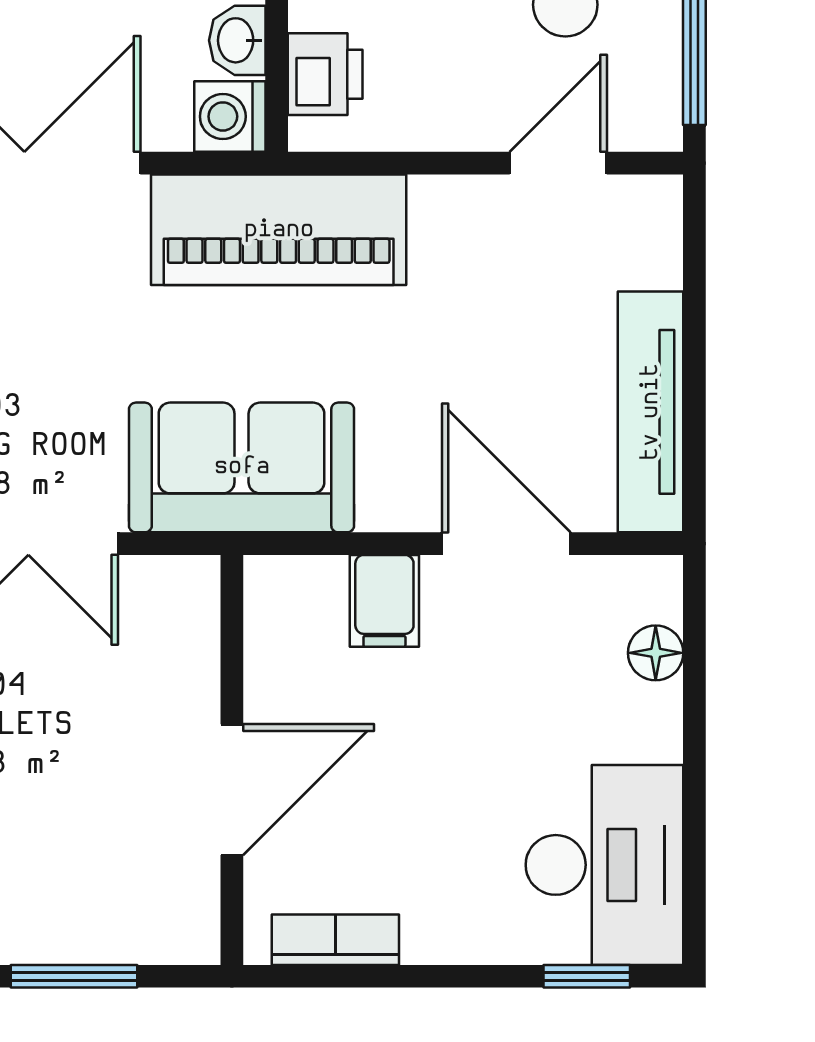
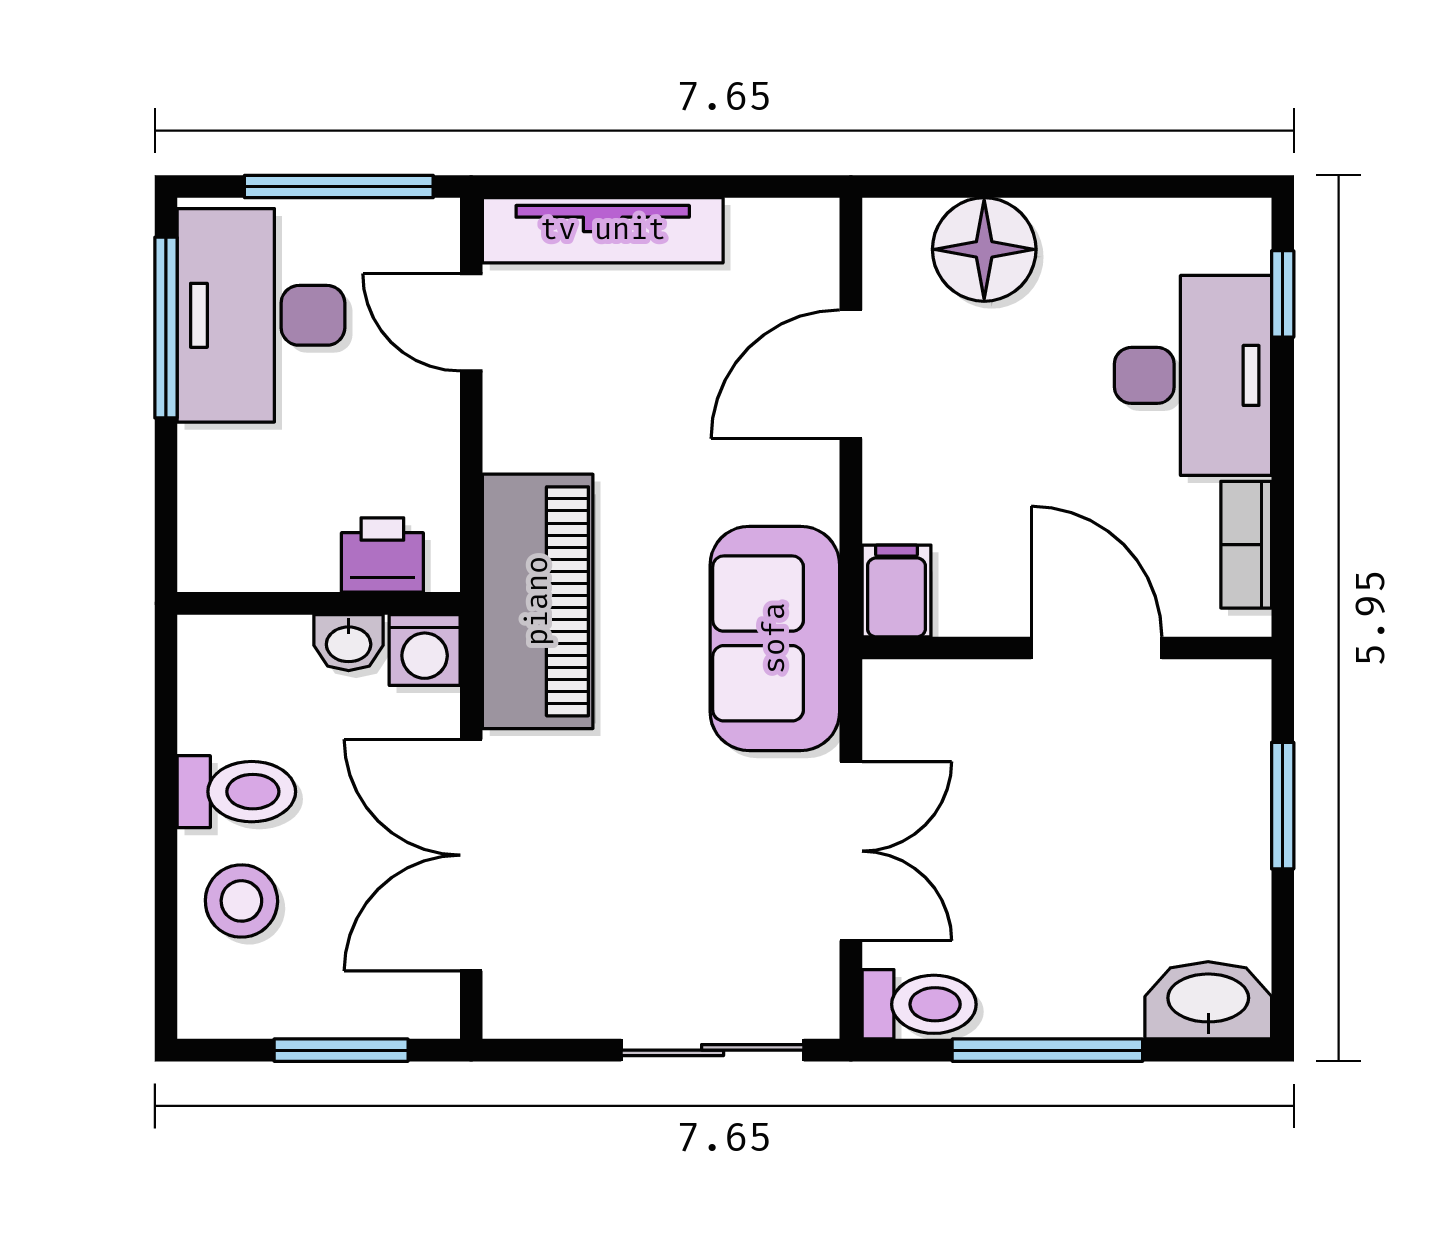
tv unit: (651, 412) -> (603, 230), moved
filing cabinet: (384, 601) -> (896, 591), moved, turned -90
floor lamp: (656, 653) -> (984, 249), width x1.89, depth x1.89
desk: (604, 865) -> (1193, 375), moved, turned 90

